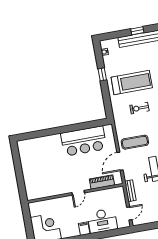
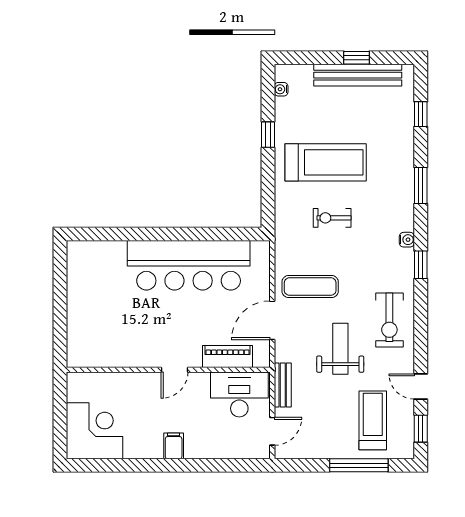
bar counter: (84, 141) -> (189, 265), width x1.36
desk: (102, 221) -> (239, 394), moved, turned 180

